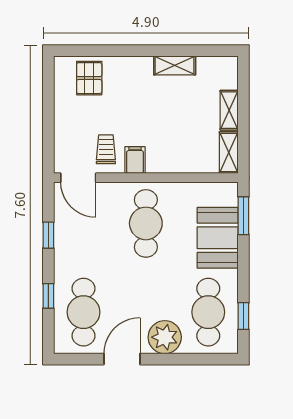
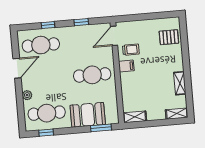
shelving: (229, 110) -> (177, 114), moved
plant: (165, 337) -> (27, 95), width x0.53, depth x0.53
door: (122, 359) -> (17, 68), hinge flipped

